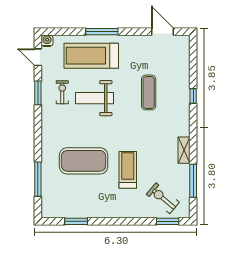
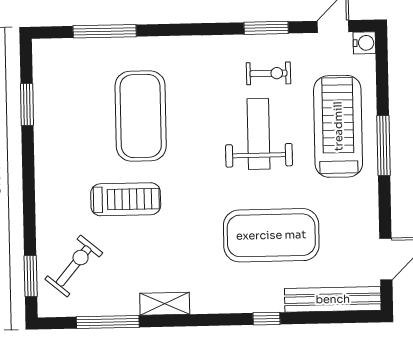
bench: (184, 60) -> (333, 299), added
exercise mat: (149, 92) -> (271, 235), width x2.00, depth x1.45

